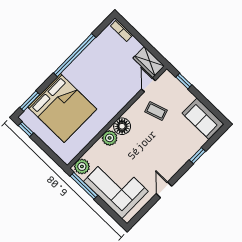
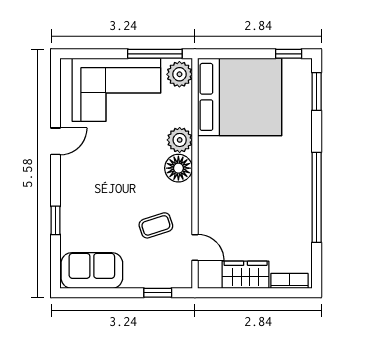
wardrobe: (149, 62) -> (246, 275), moved
bed: (62, 108) -> (240, 97), moved, turned 180
door: (164, 190) -> (55, 141), hinge flipped

